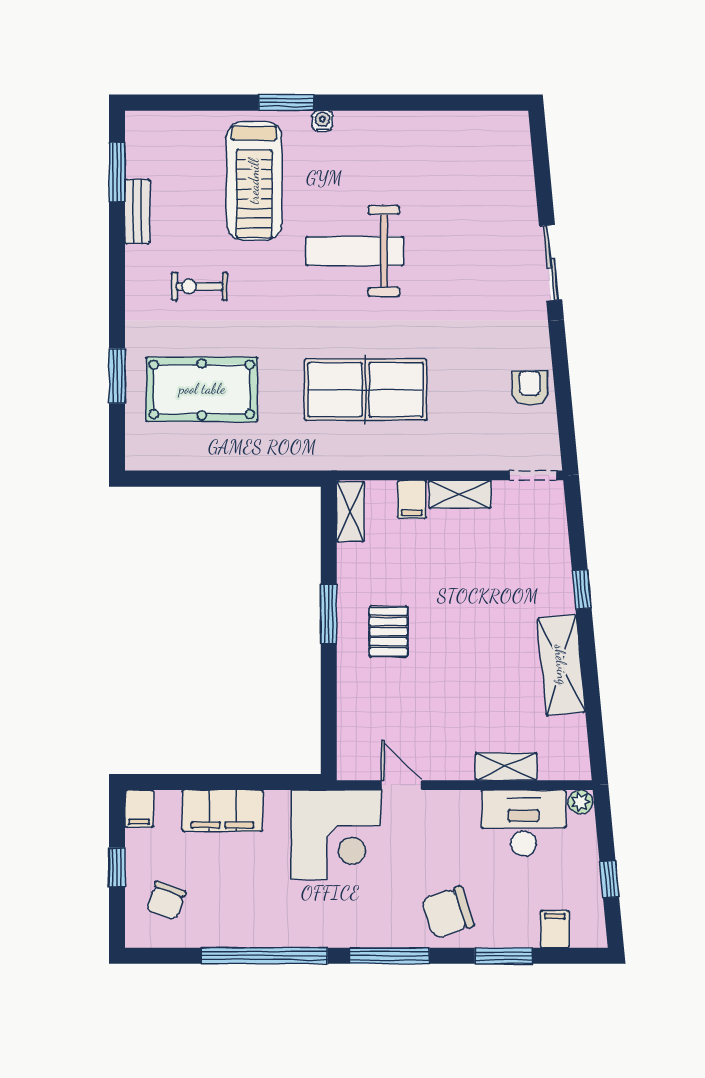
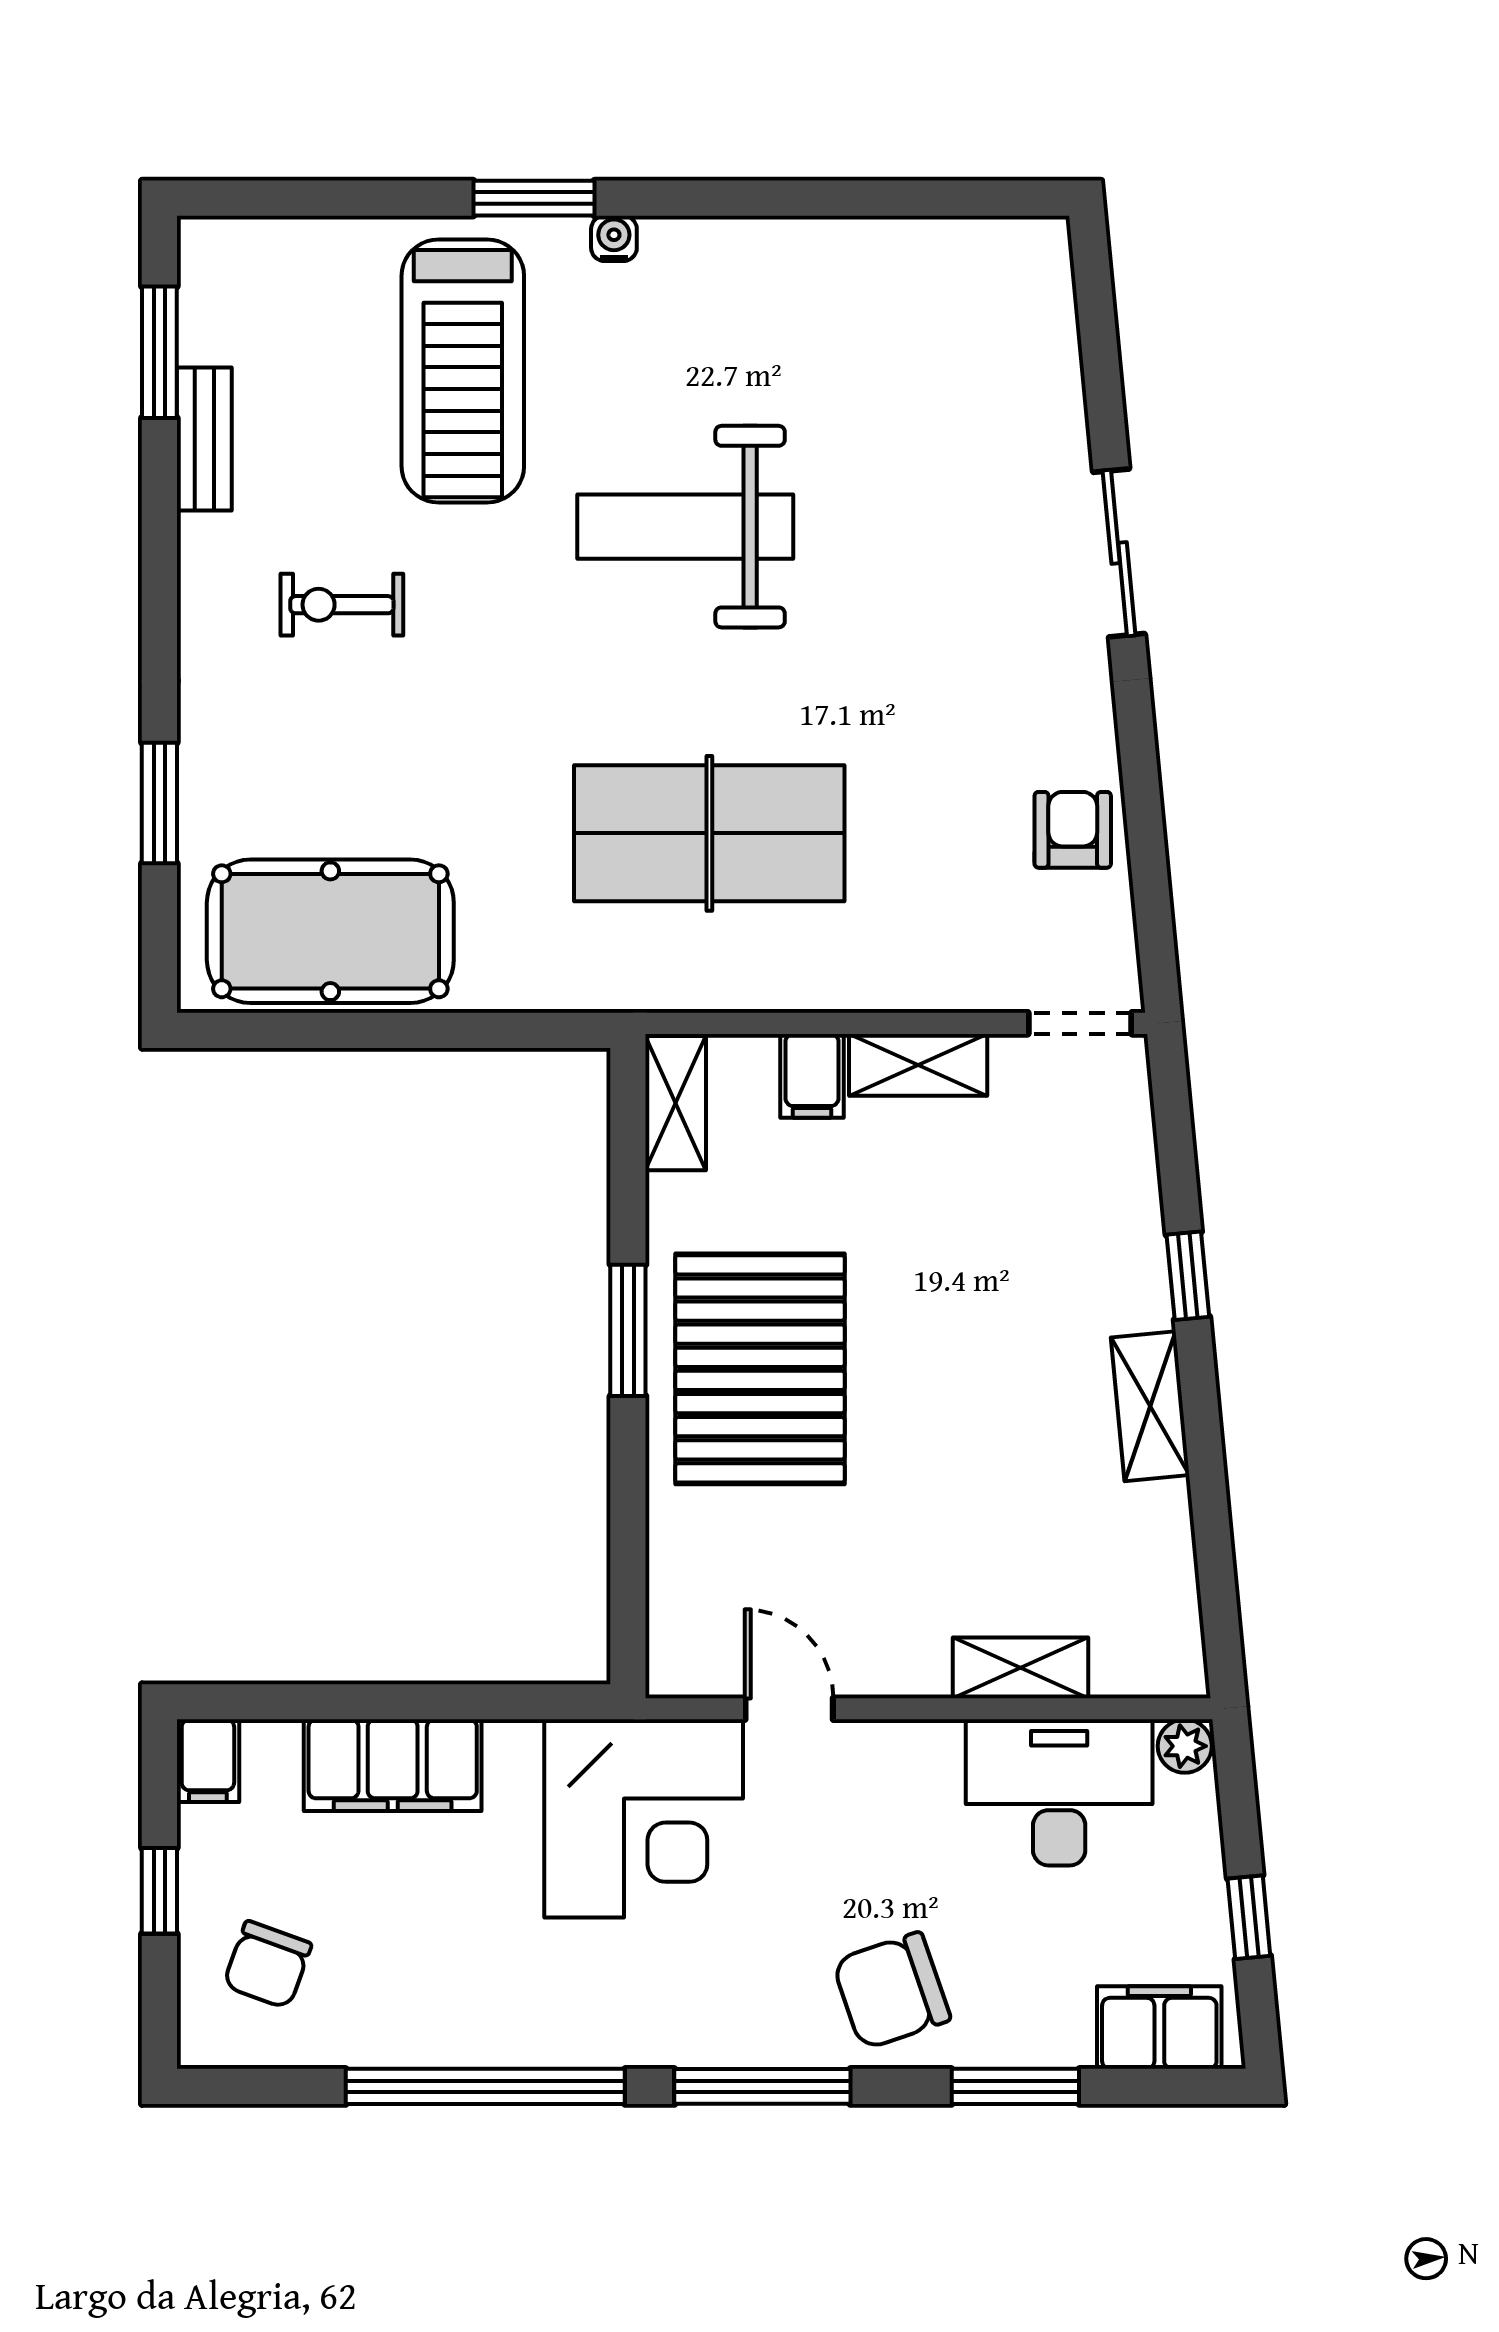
pool table: (202, 389) -> (330, 931), moved
pallet: (388, 632) -> (760, 1369), width x2.05, depth x2.00
shelving: (561, 665) -> (1150, 1406), width x0.67, depth x0.75
filing cabinet: (555, 929) -> (1159, 2028), width x2.00

